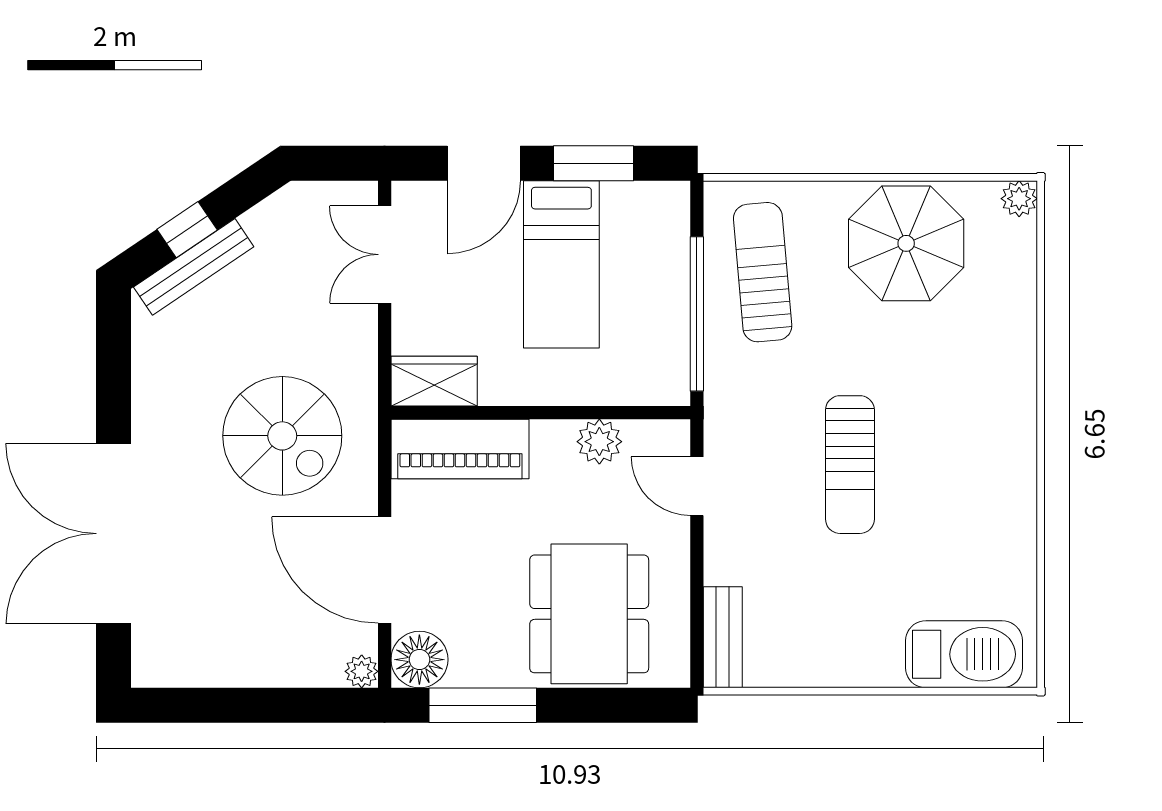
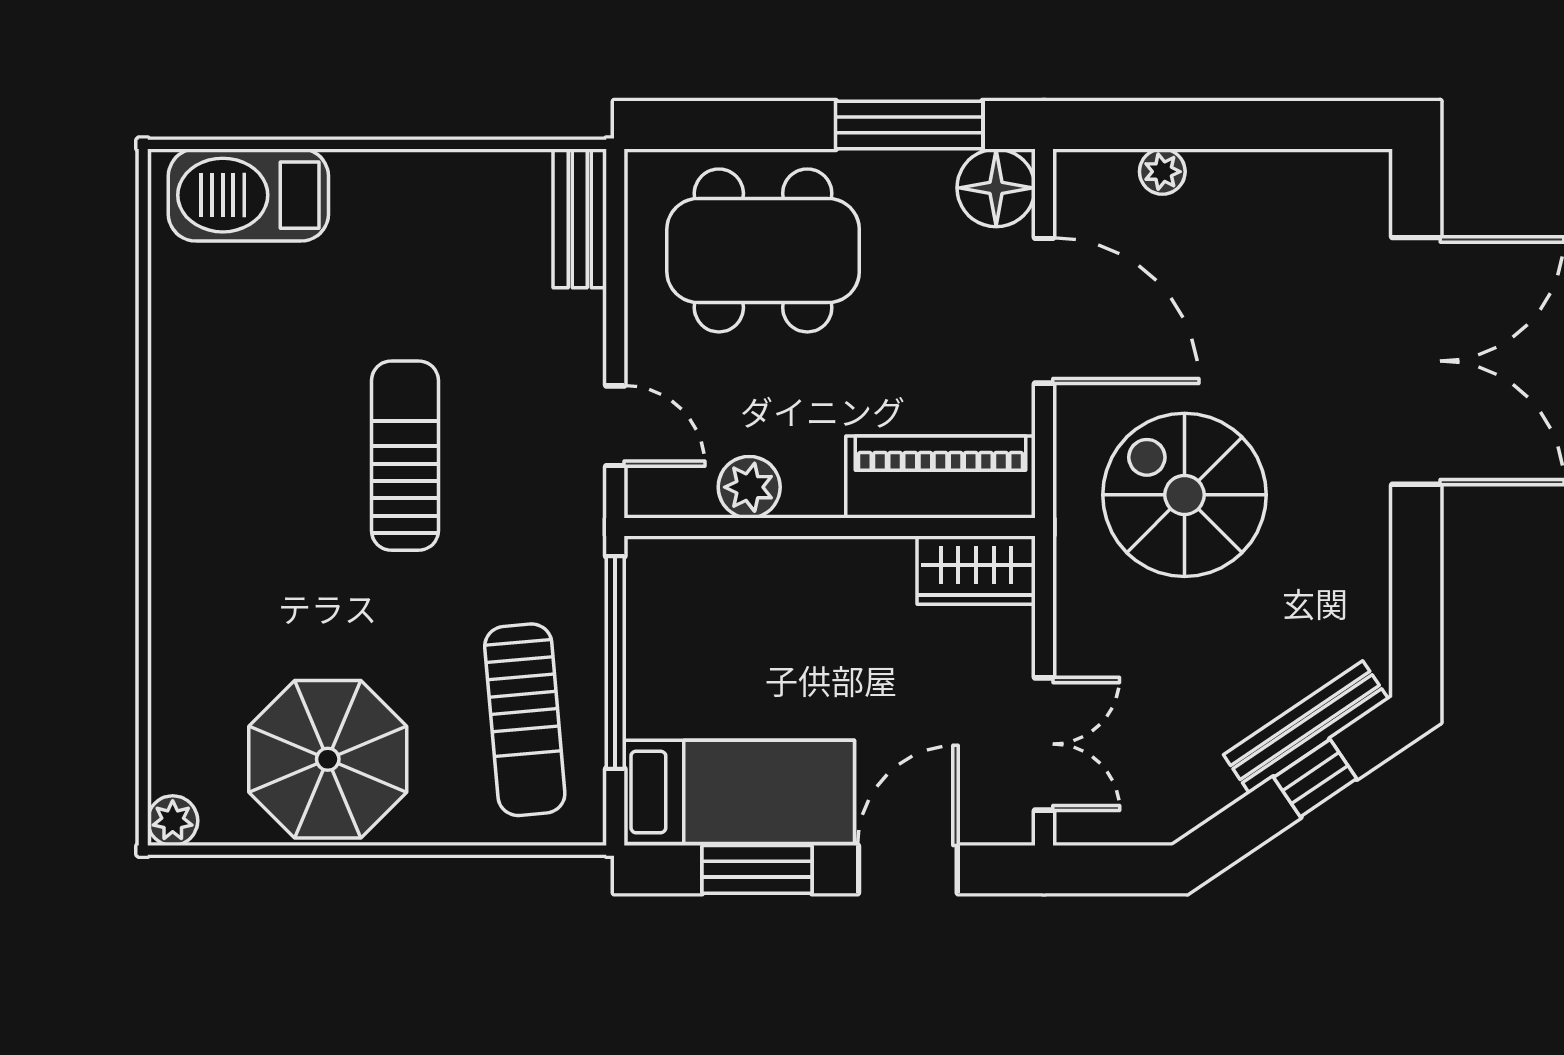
bed: (561, 264) -> (739, 792), moved, turned 90
dining table: (589, 614) -> (763, 250), turned 90
plant: (362, 671) -> (1162, 172), moved

